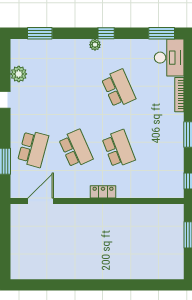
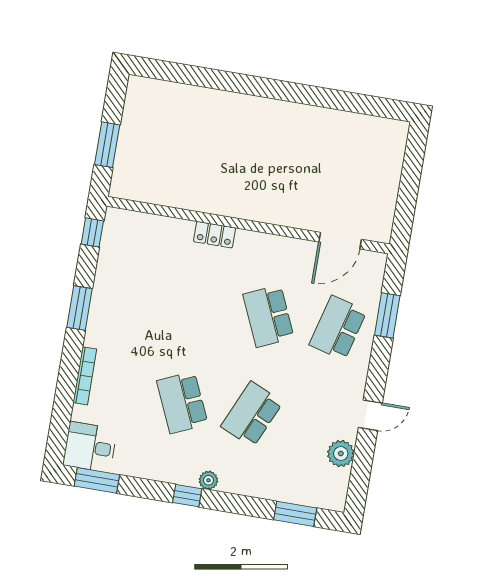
desk: (169, 58) -> (90, 447), width x0.73
school desk: (119, 149) -> (252, 414), moved, turned 45
locker: (103, 192) -> (215, 235), moved

